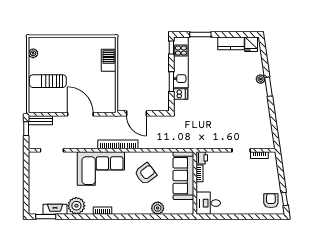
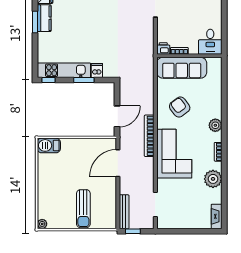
window: (200, 35) -> (35, 22), moved
plant: (33, 53) -> (42, 224), moved
barbecue: (109, 60) -> (49, 145), moved
door: (80, 114) -> (118, 163), moved
bench: (40, 120) -> (124, 212), width x1.36
plant: (158, 208) -> (215, 125), moved
fireplace: (55, 209) -> (217, 216), moved
window: (46, 217) -> (224, 211), removed

